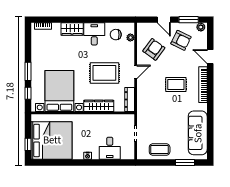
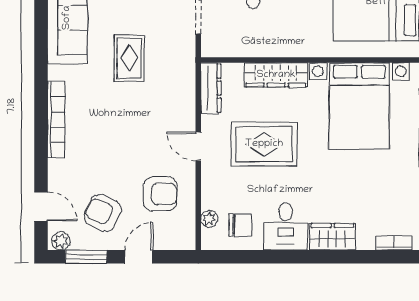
door: (164, 20) -> (139, 257), hinge flipped
armchair: (154, 49) -> (160, 194), turned -126
door: (210, 57) -> (41, 206), moved
door: (136, 72) -> (198, 146), hinge flipped
rug: (176, 85) -> (129, 58), moved, turned 90

